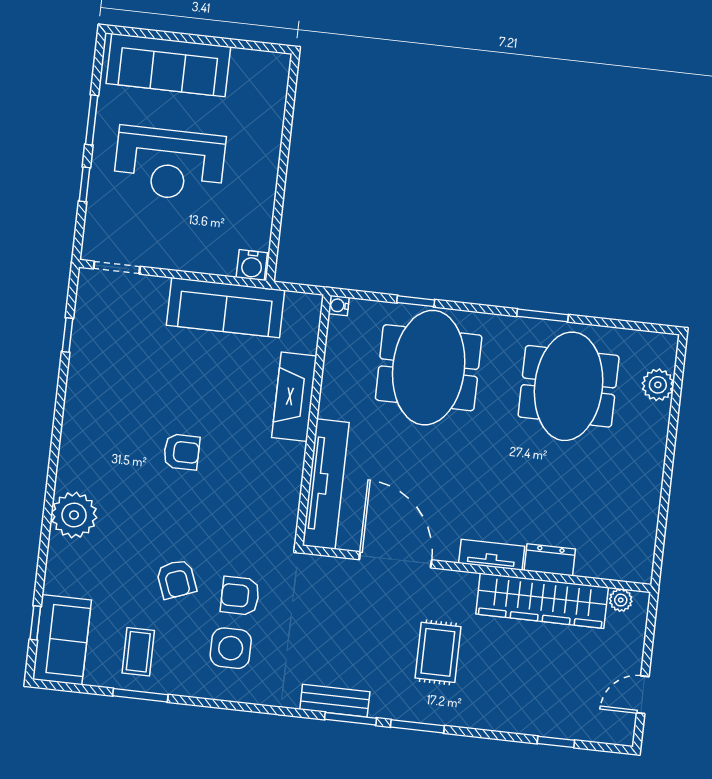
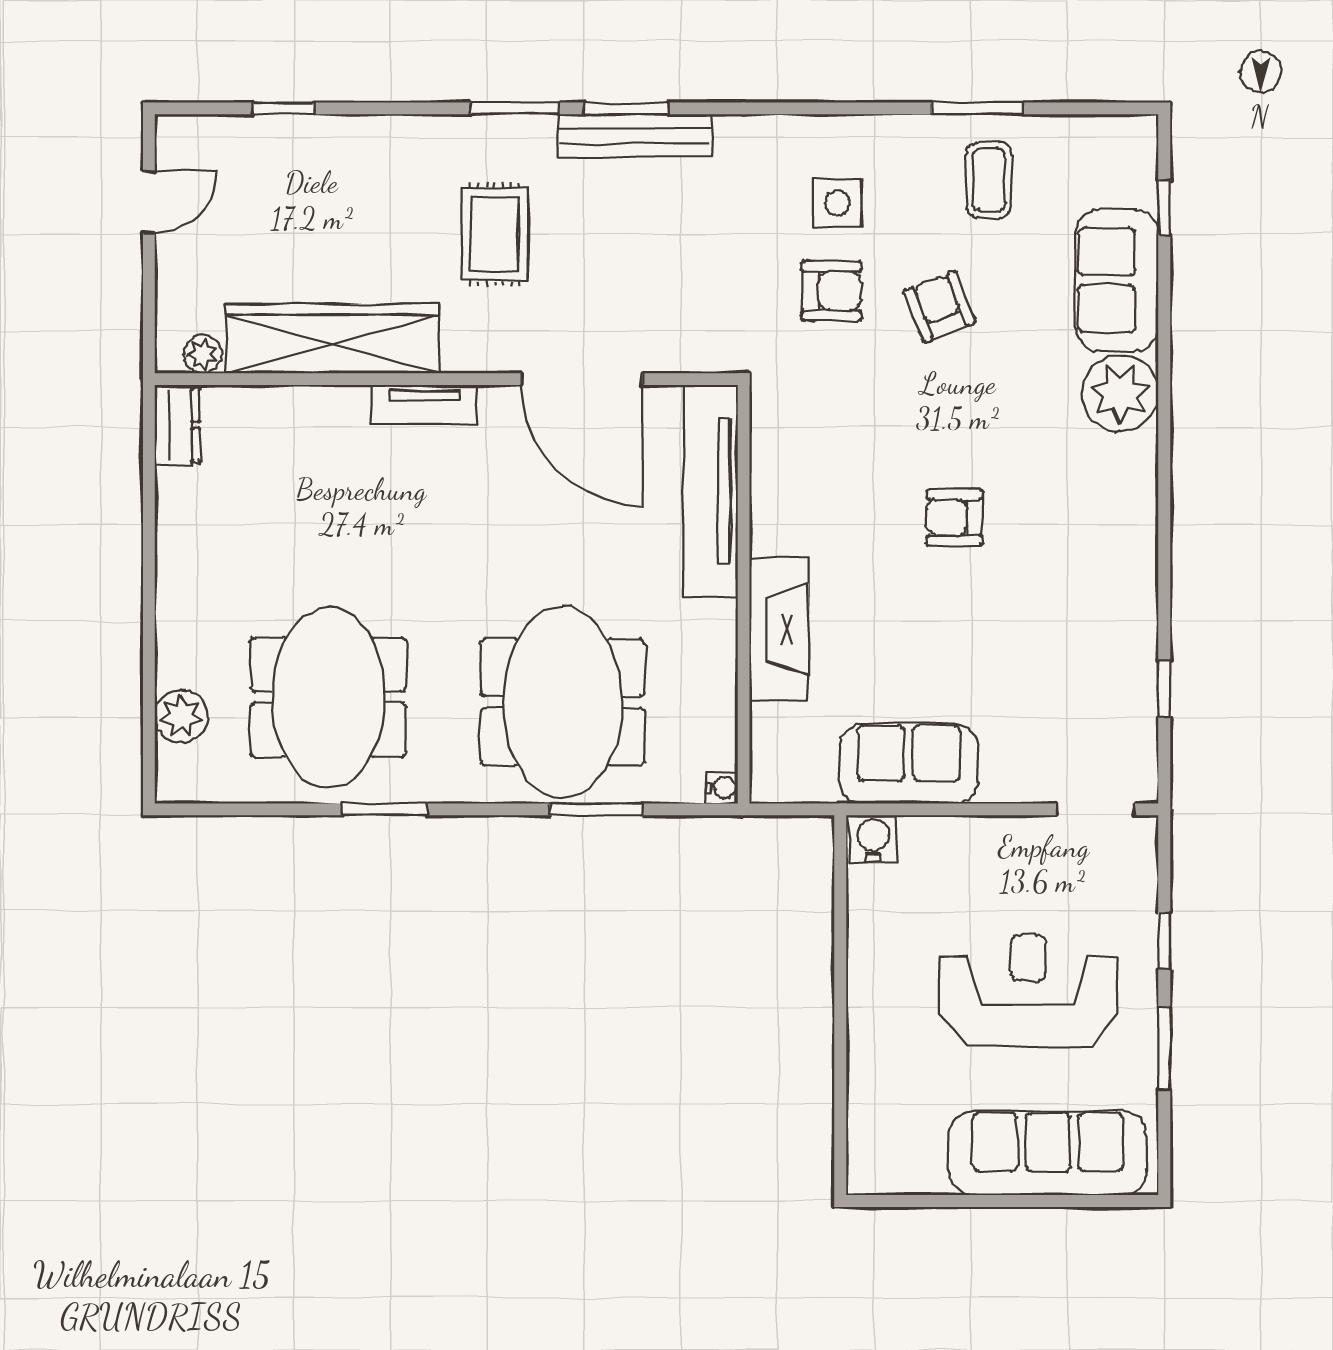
window: (416, 301) -> (596, 809), width x1.50
sofa: (226, 308) -> (909, 764), width x0.73
dresser: (550, 560) -> (177, 425), moved, turned -90
sofa: (62, 640) -> (1117, 280), moved
side table: (231, 648) -> (837, 203), width x0.73, depth x0.73
bench: (335, 701) -> (635, 136), width x1.36

